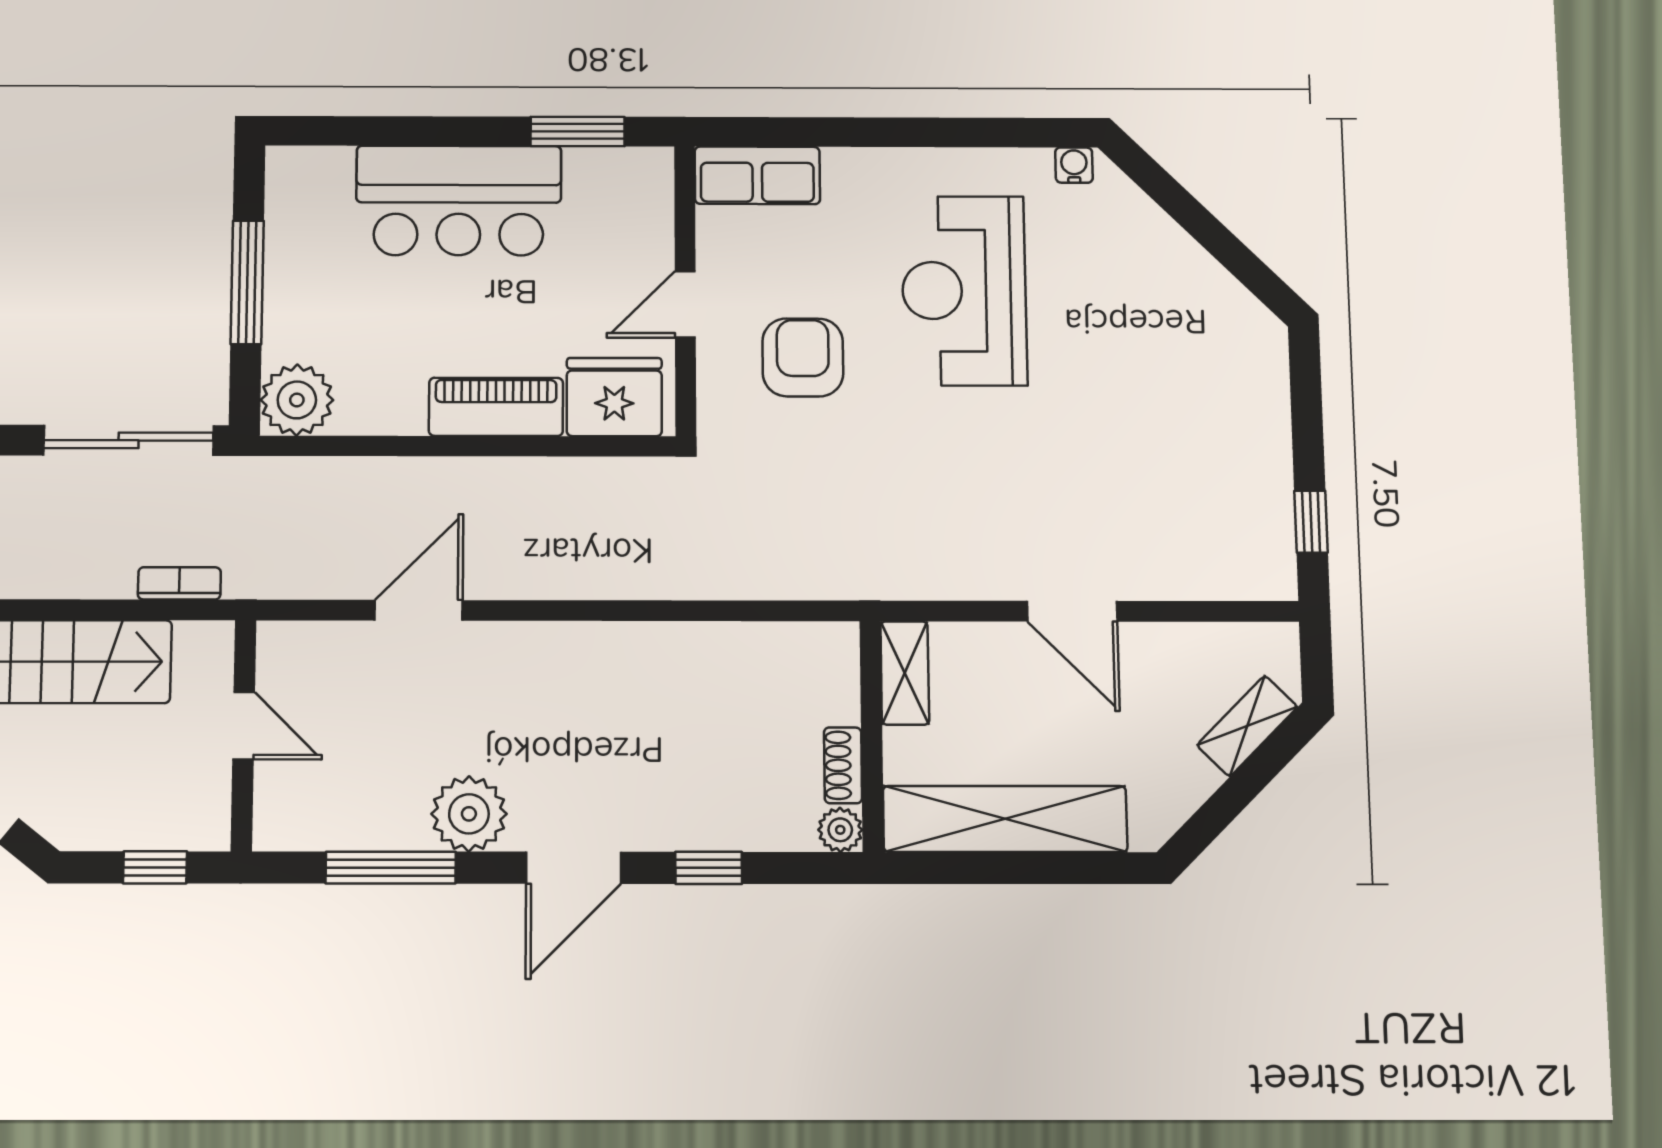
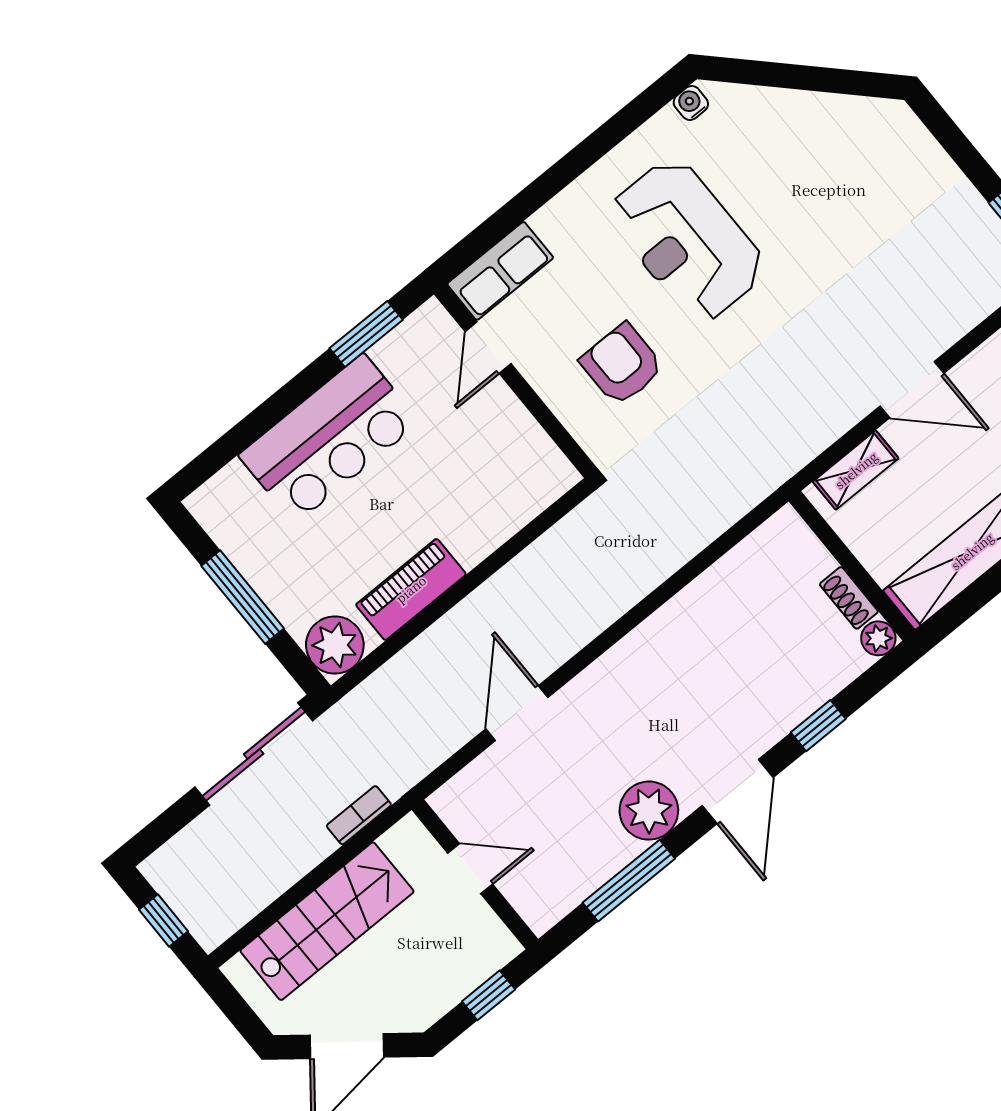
door: (685, 304) -> (488, 348), moved
fridge: (614, 397) -> (527, 484), removed
piano: (496, 407) -> (411, 589), moved
shelving: (905, 673) -> (856, 470), moved, turned 90

